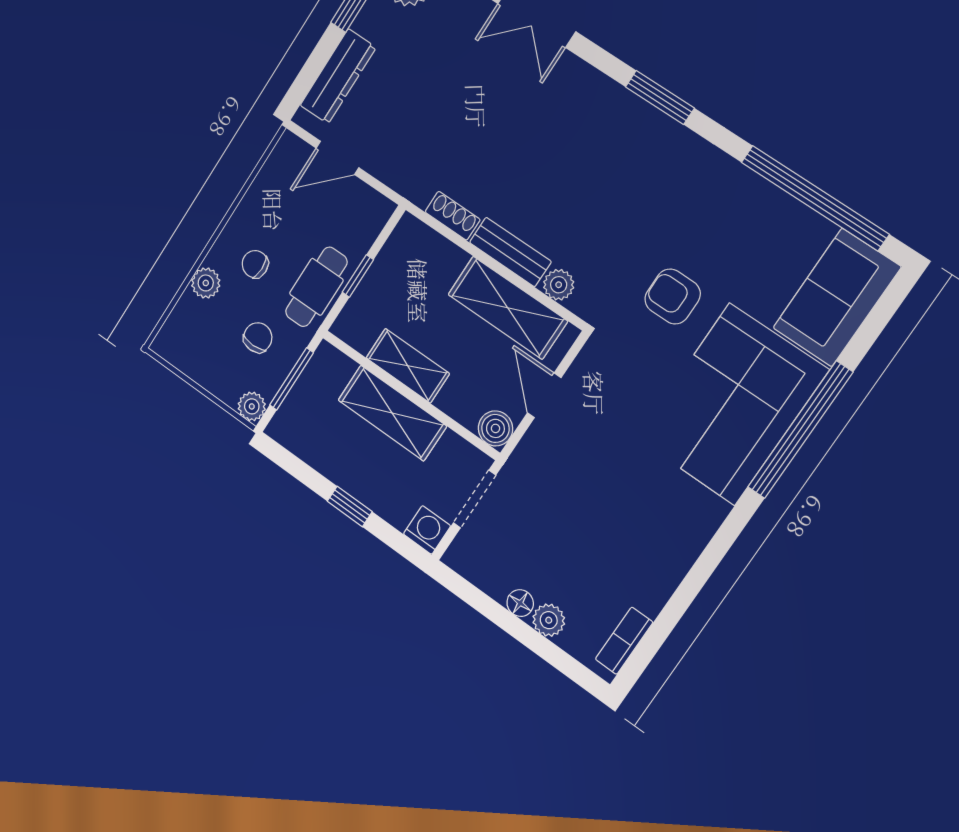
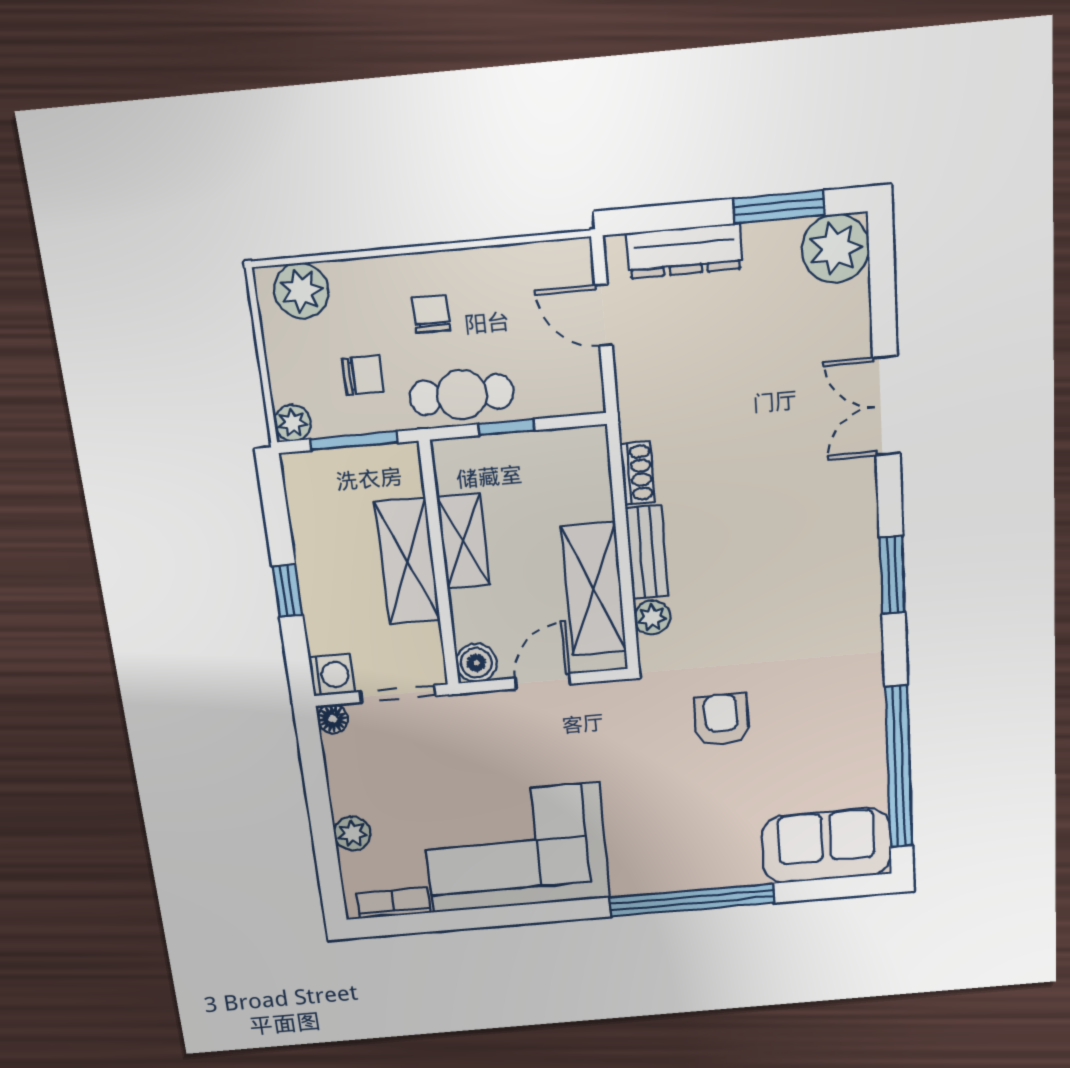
plant: (206, 283) -> (301, 291), moved, width x1.38, depth x1.38
corner sofa: (732, 404) -> (515, 848), moved
floor lamp: (520, 603) -> (333, 719), moved

